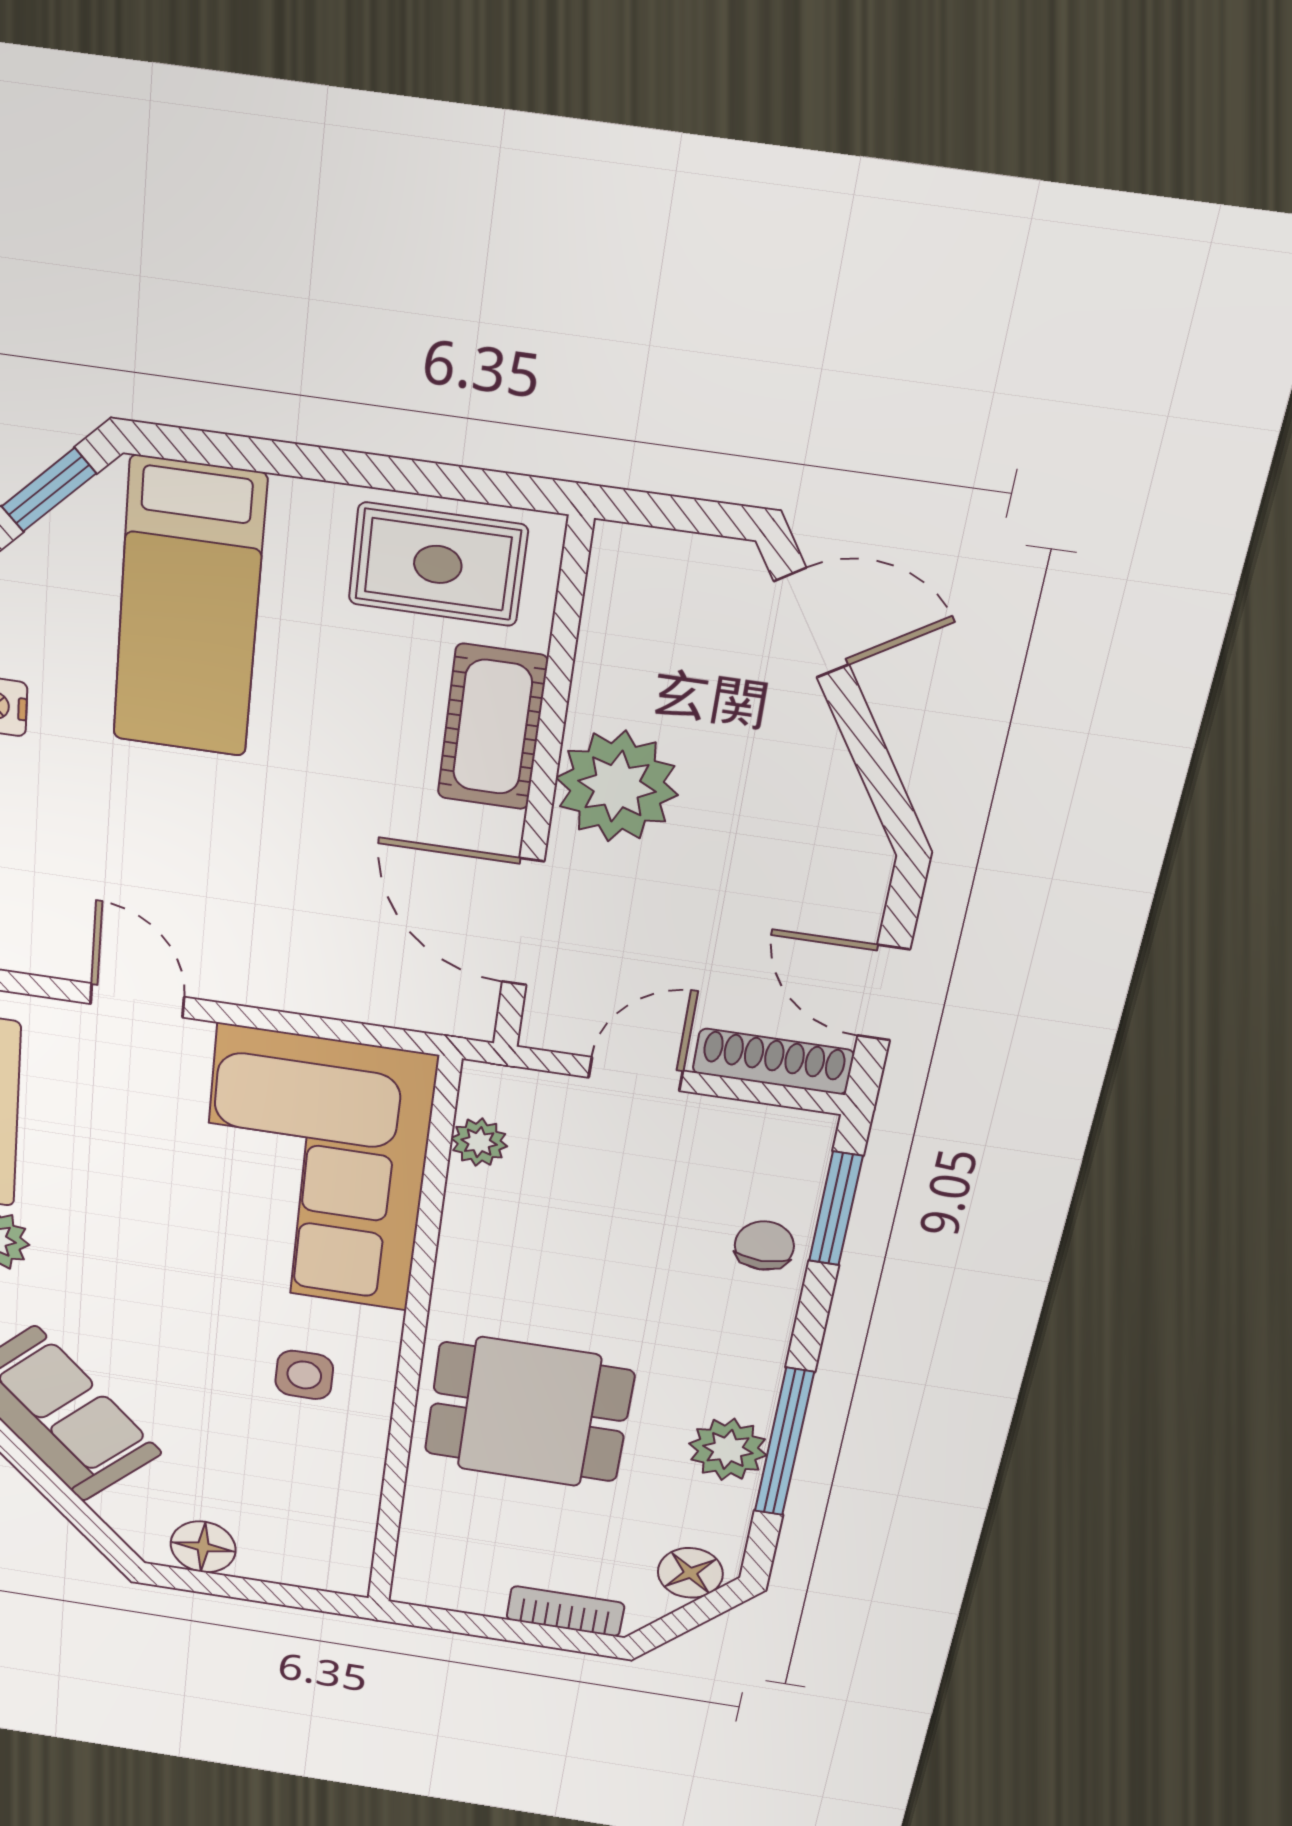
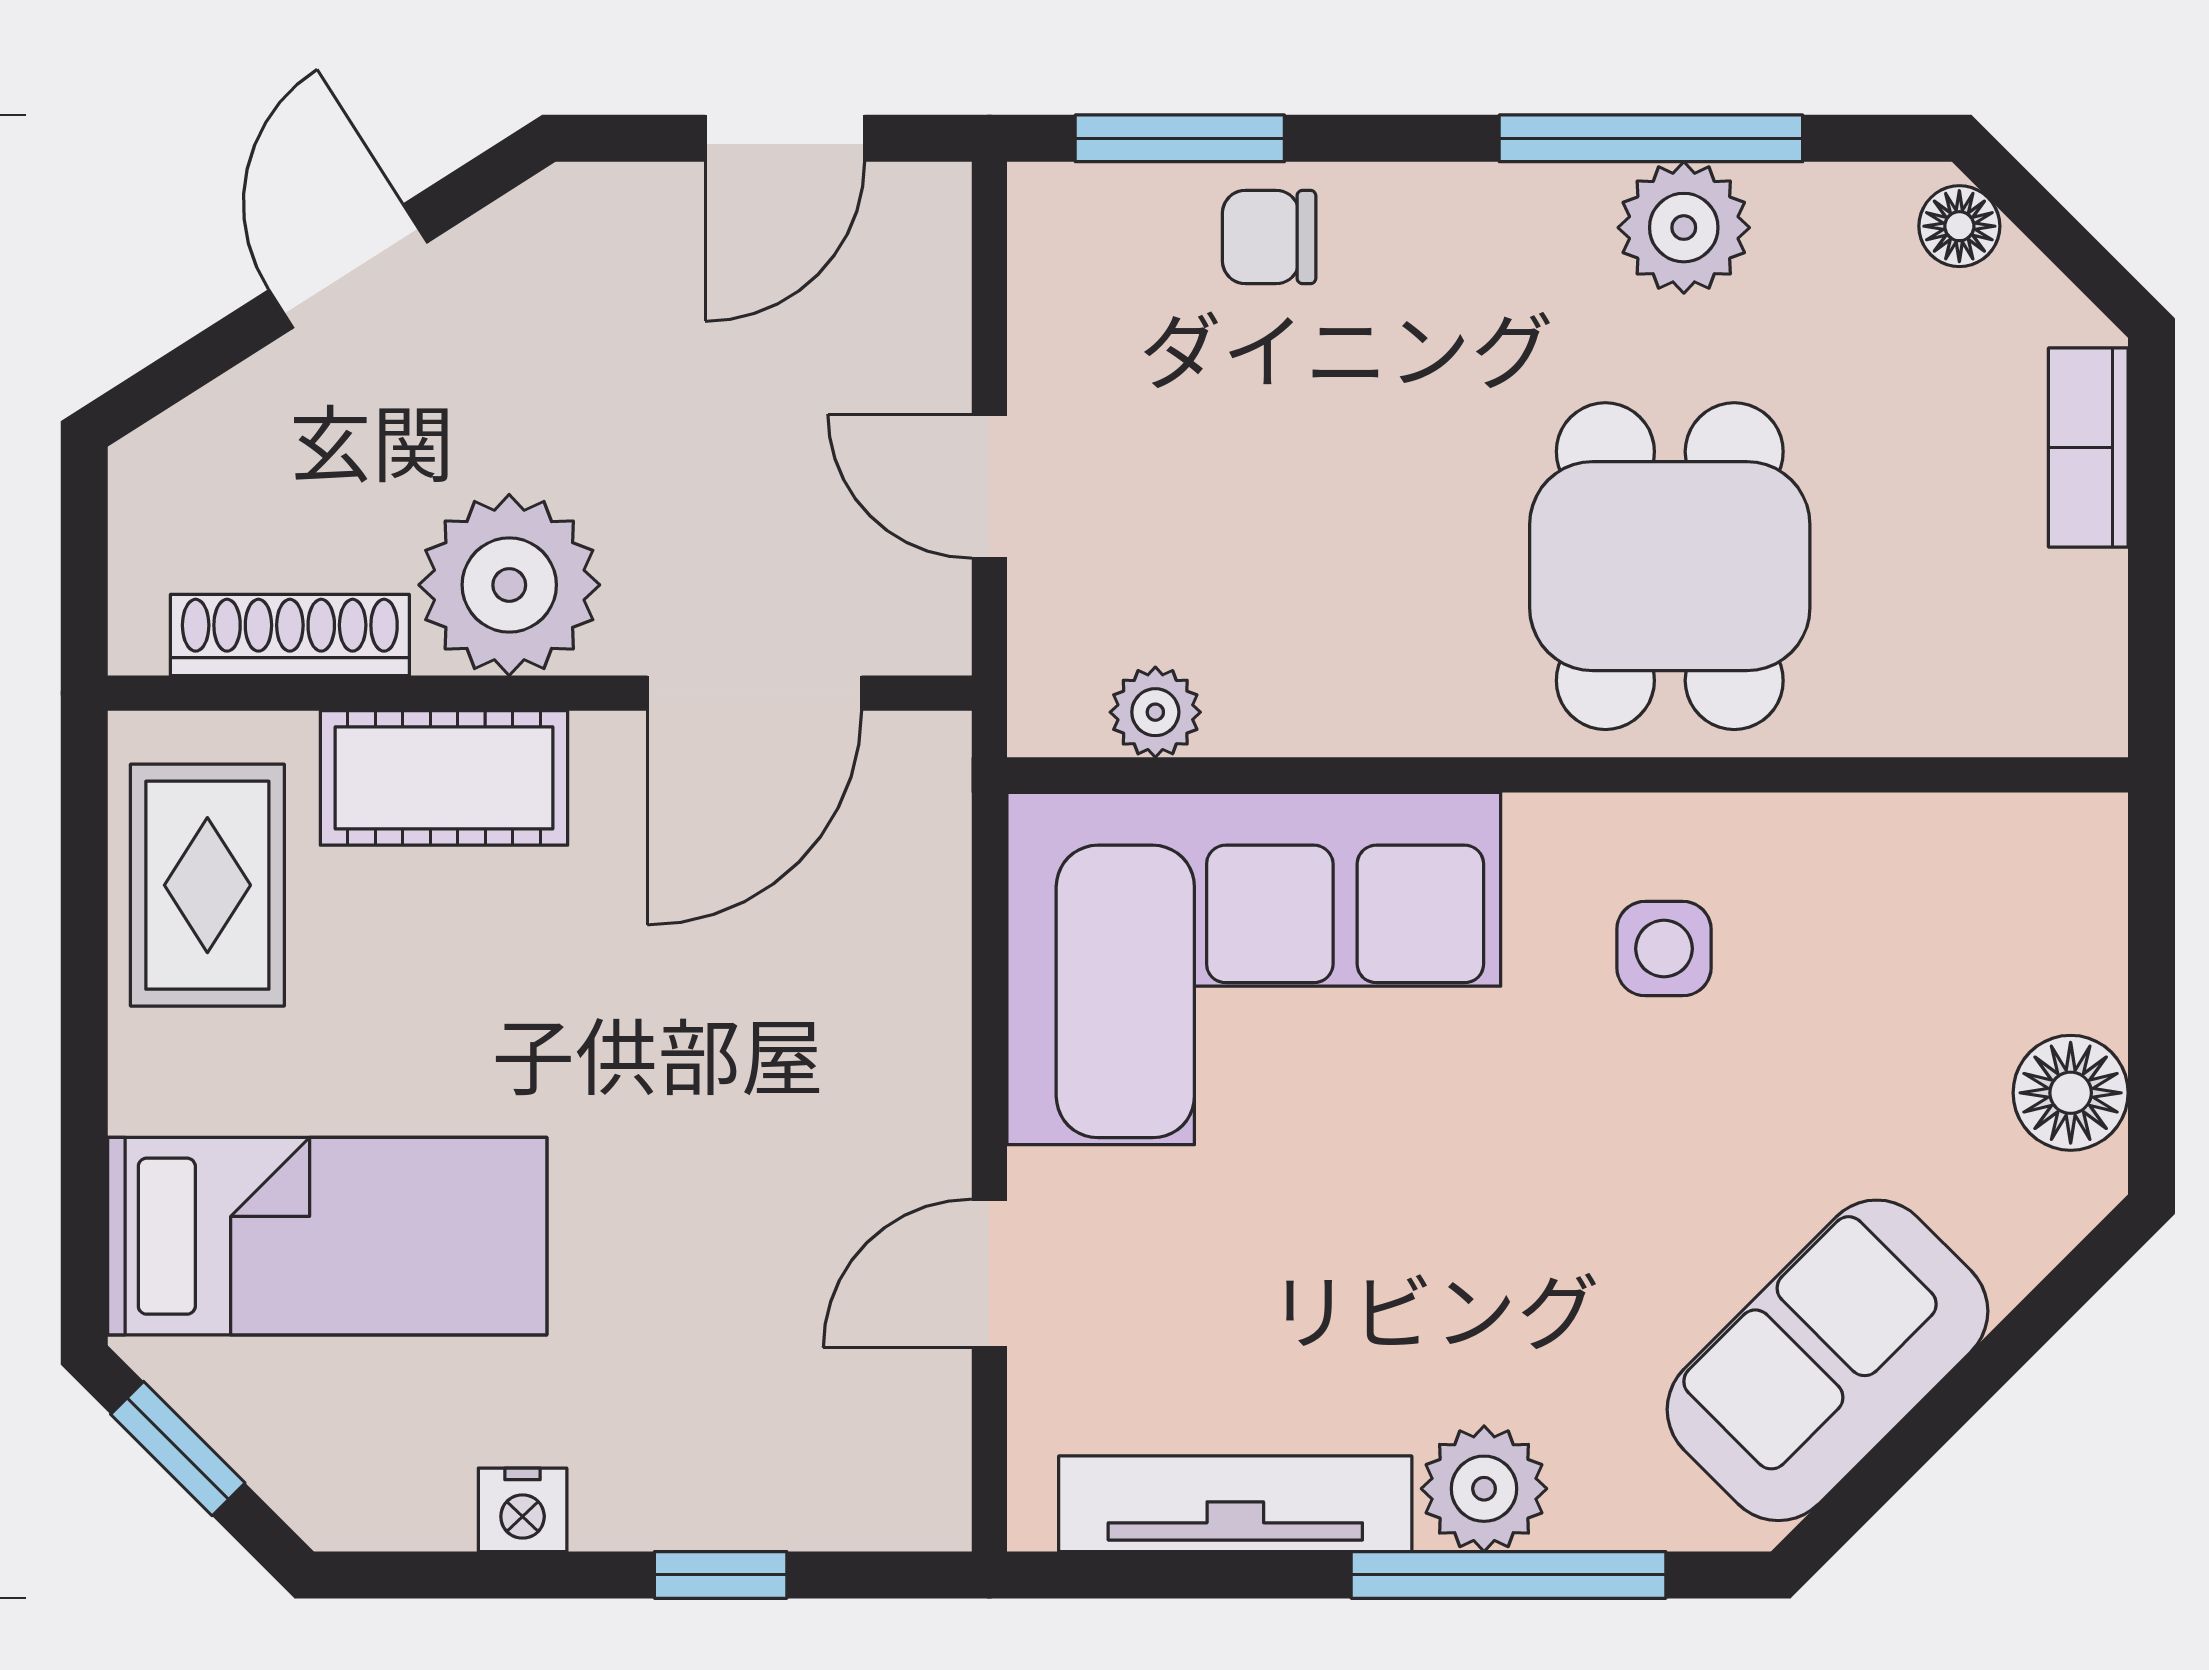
door: (812, 623) -> (348, 266), moved
shoe rack: (773, 1062) -> (290, 635), moved, turned 90
floor lamp: (690, 1573) -> (1959, 226), width x0.73, depth x0.73

